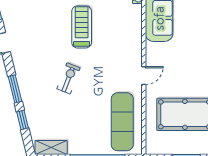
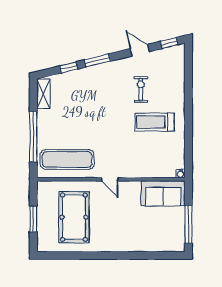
treadmill: (82, 27) -> (155, 122), turned 180
exercise bike: (69, 78) -> (141, 89), moved, turned -111

